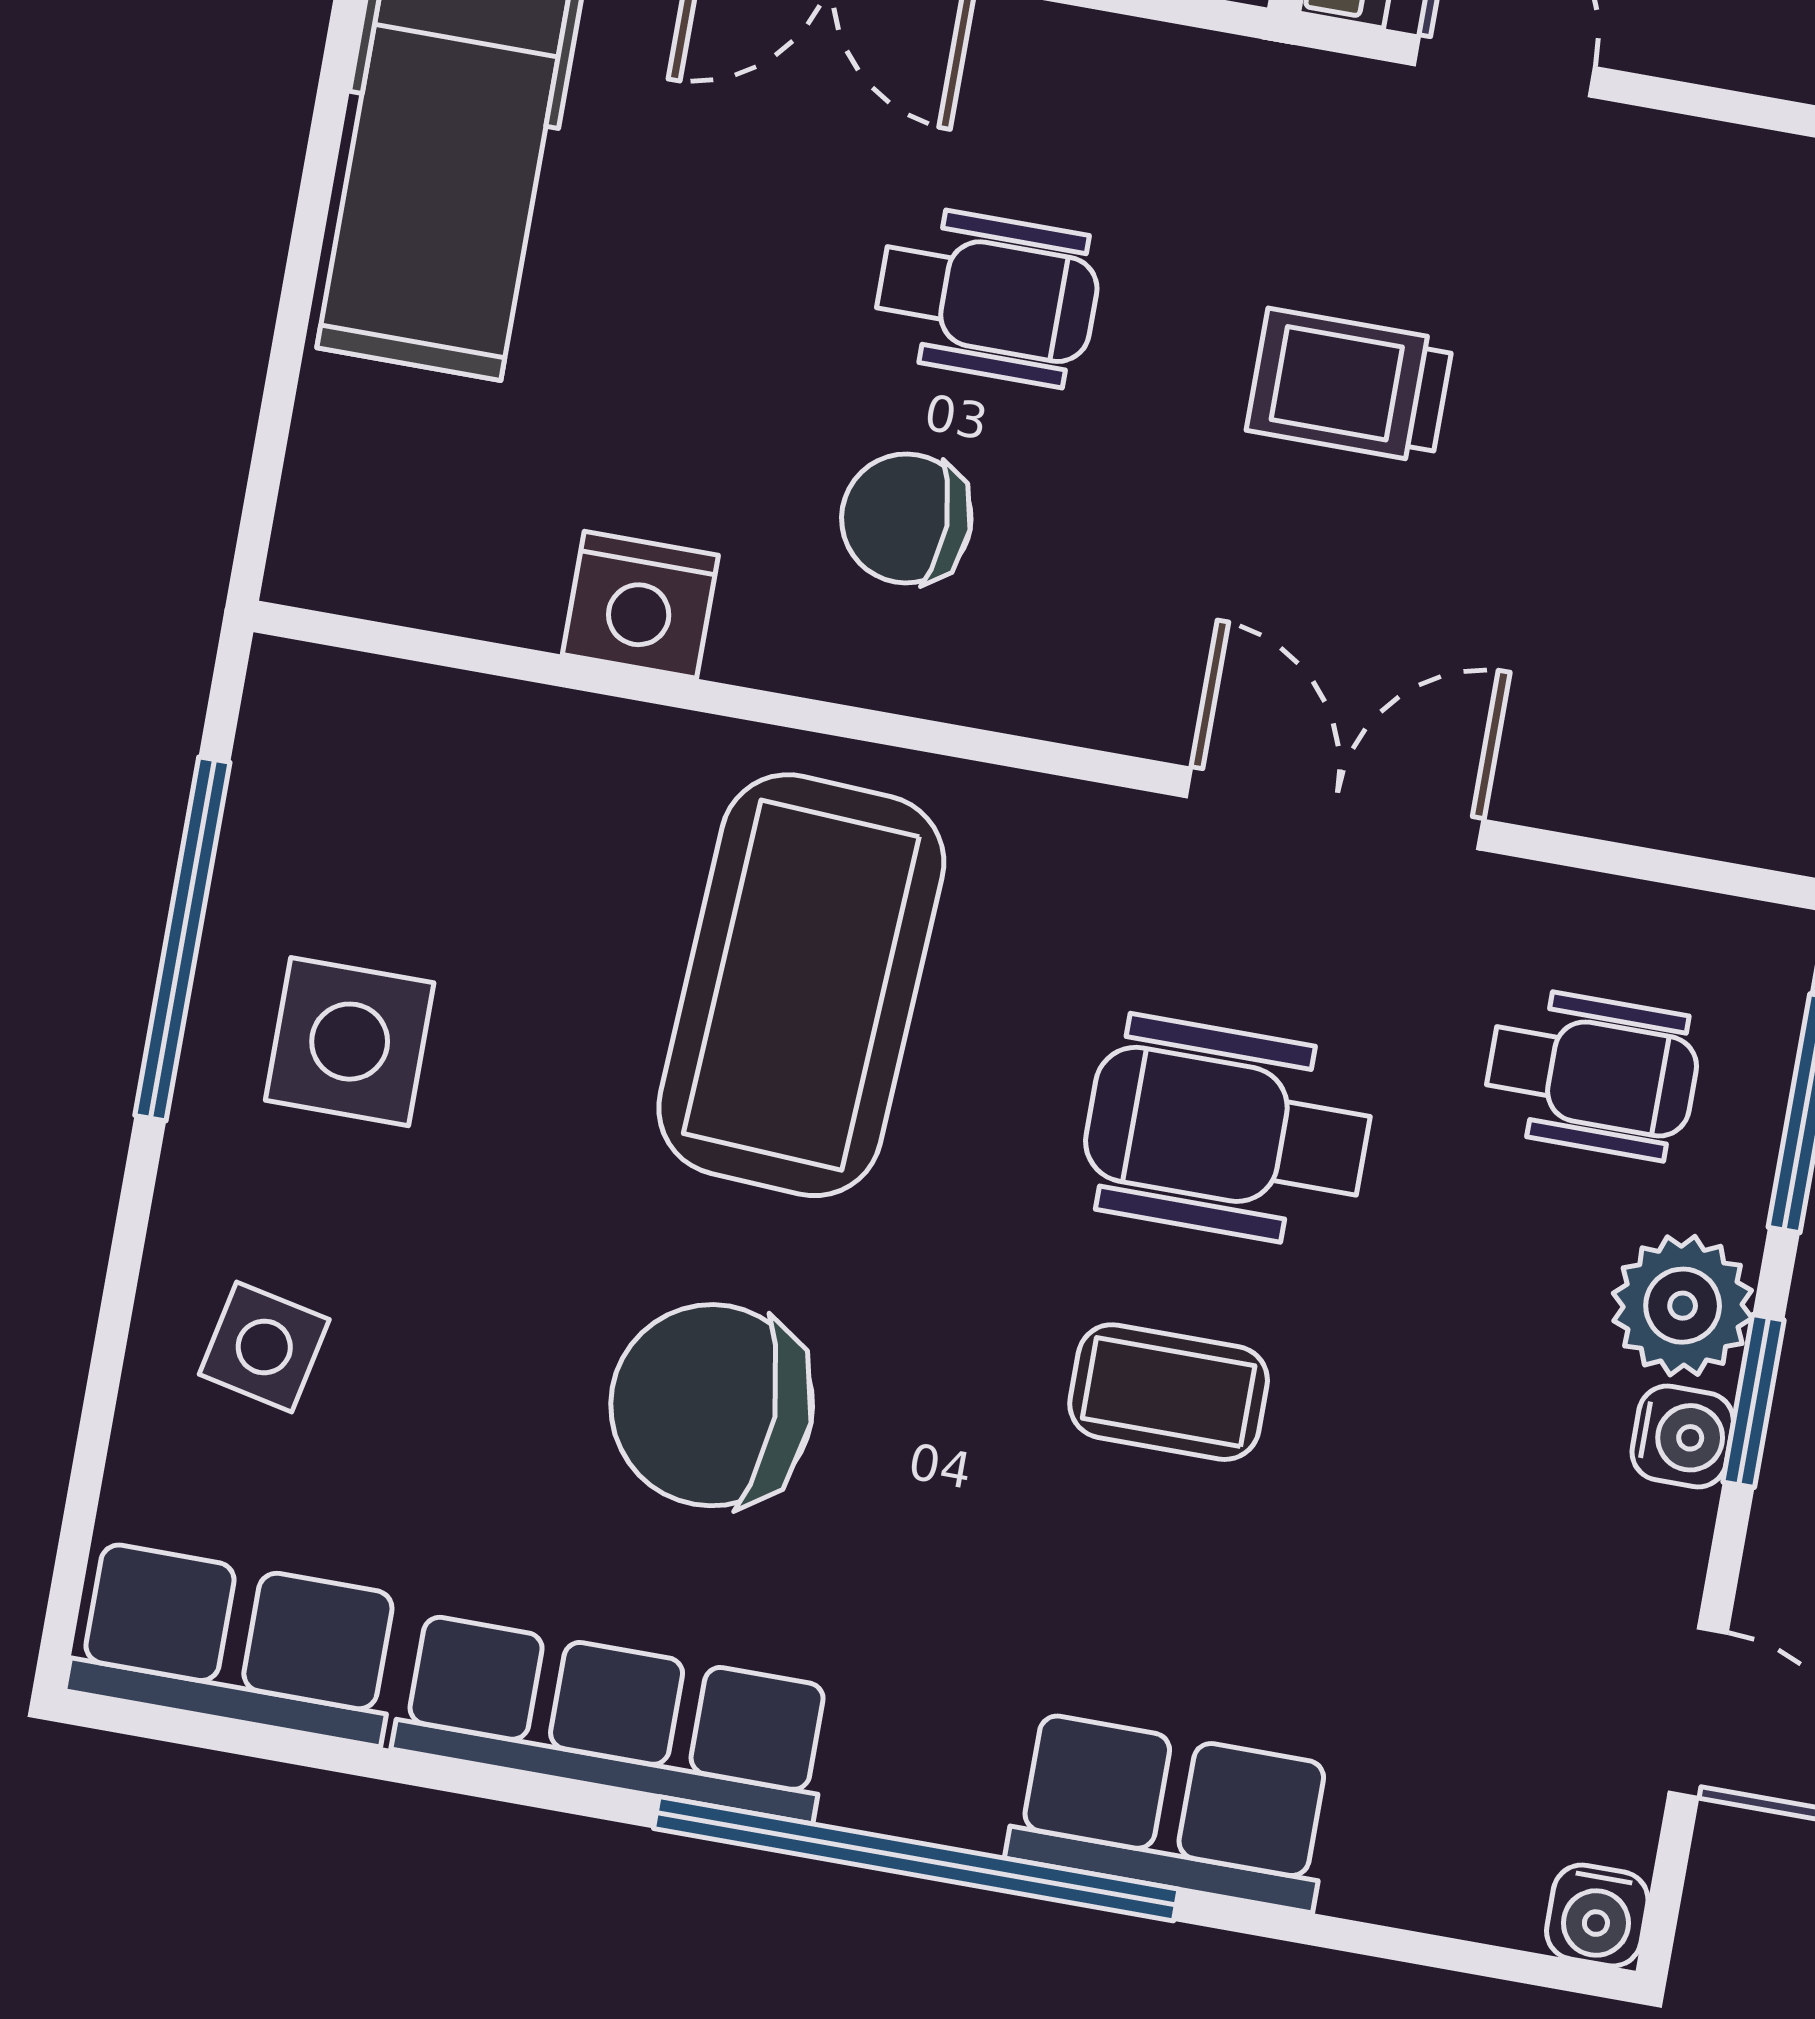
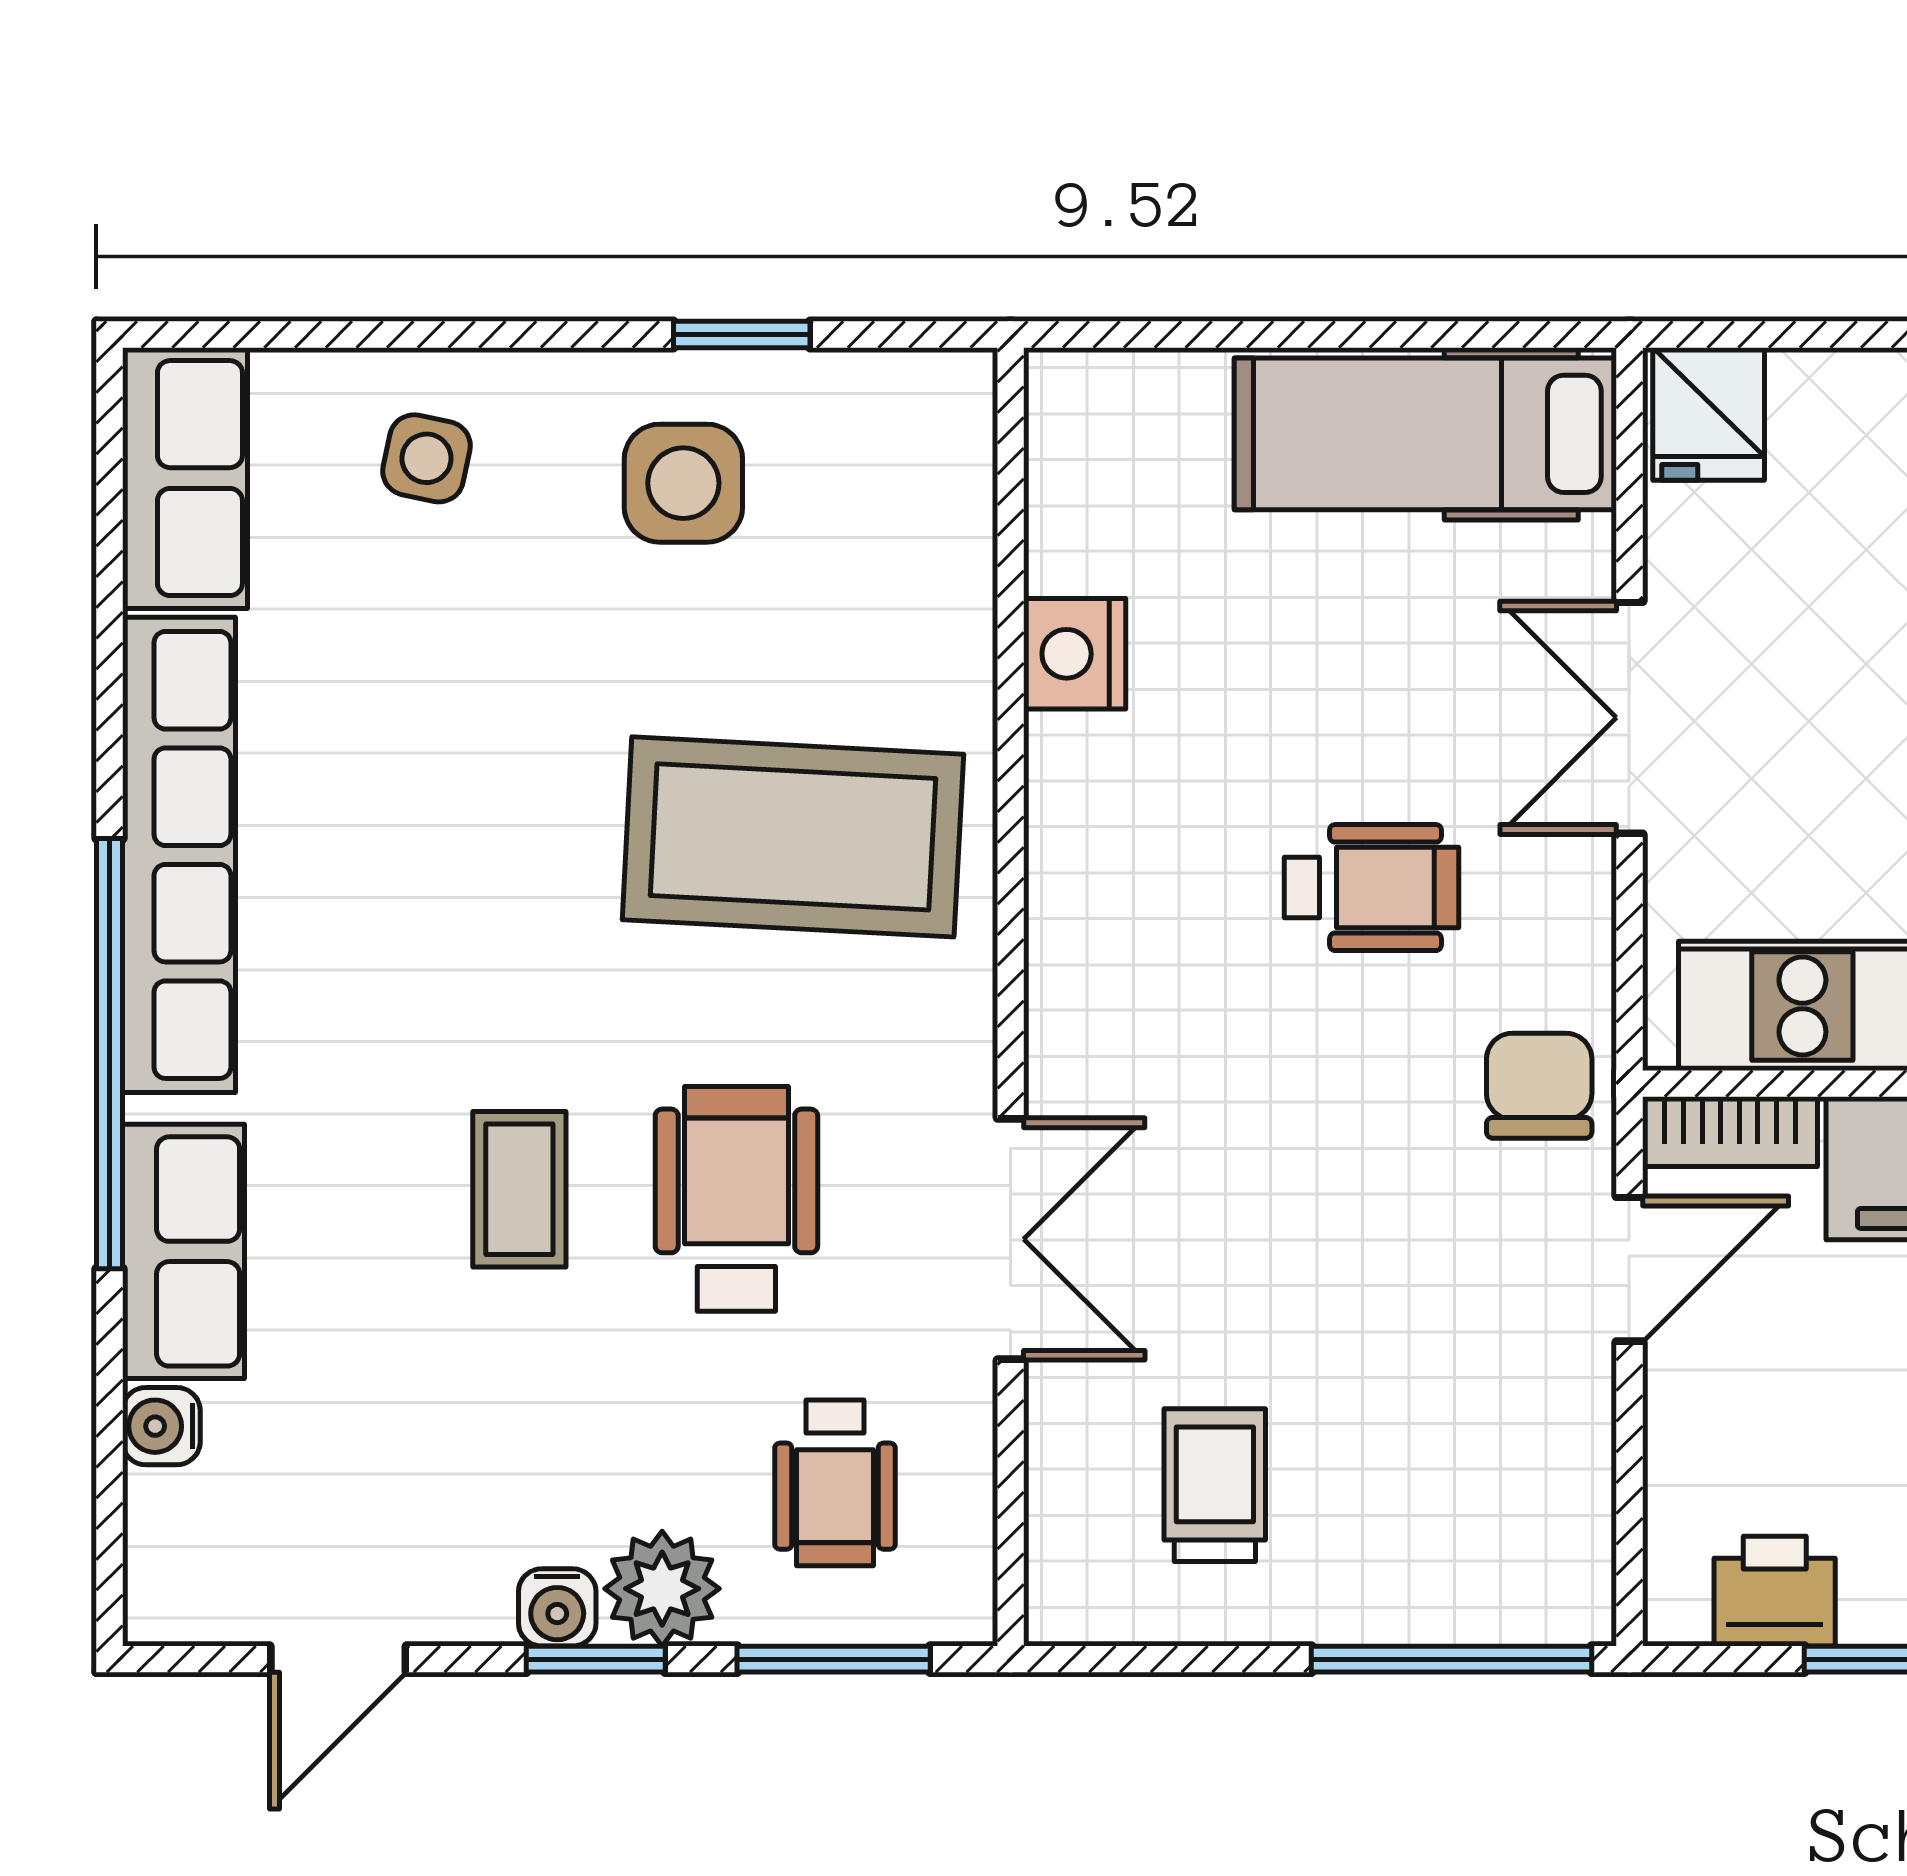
wheelchair: (987, 296) -> (1372, 888), turned -90
trolley: (1350, 386) -> (1215, 1485), moved
chair: (906, 518) -> (1539, 1086), moved
window: (182, 939) -> (742, 335), width x0.46
chair: (712, 1405) -> (444, 825), removed
row of seats: (614, 1718) -> (179, 855), width x1.36
water cooler: (1597, 1916) -> (161, 1426), moved

